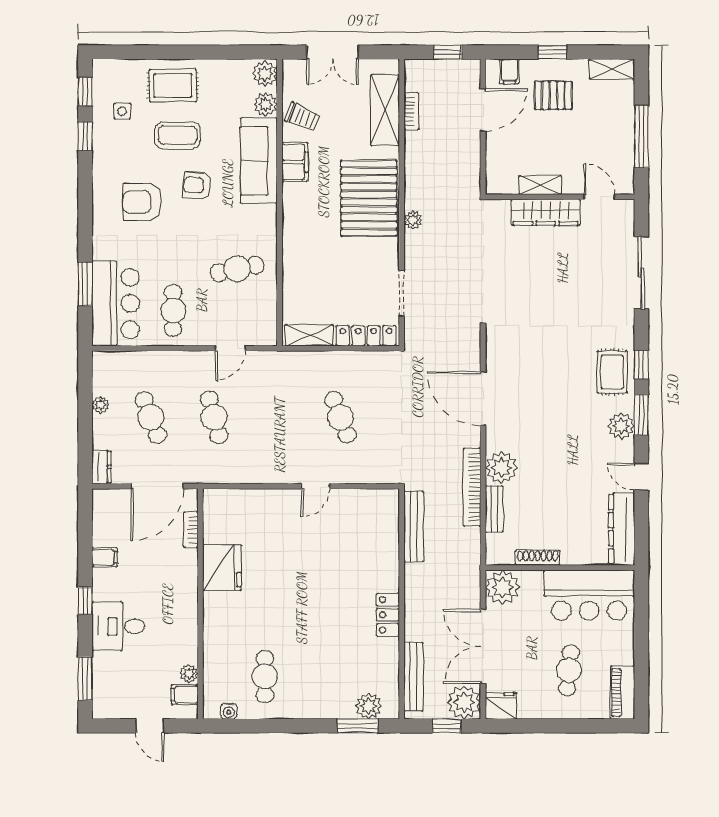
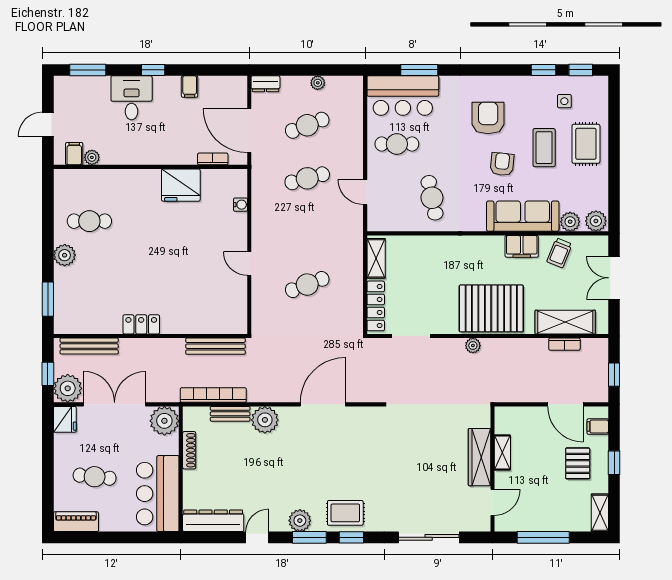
bookcase: (472, 487) -> (213, 395), moved
plant: (369, 706) -> (65, 255), moved
water cooler: (229, 711) -> (241, 205), moved, turned 180

